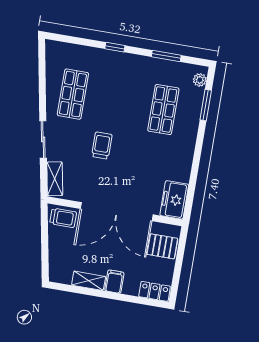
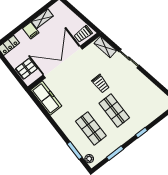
shop shelf: (73, 94) -> (114, 110), moved
freezer: (174, 200) -> (46, 98), width x1.40

